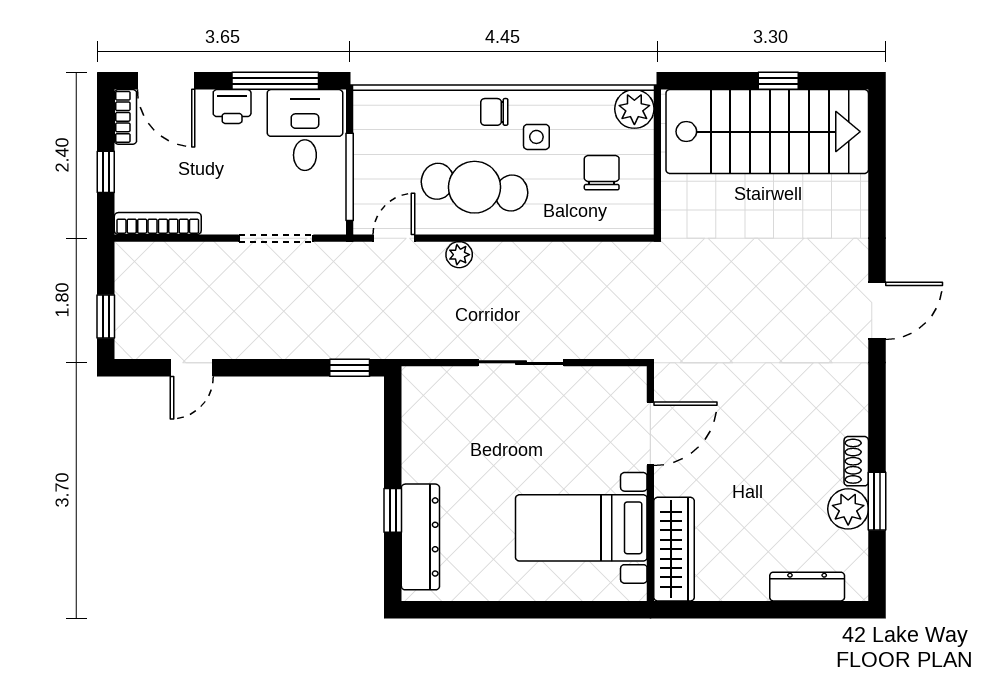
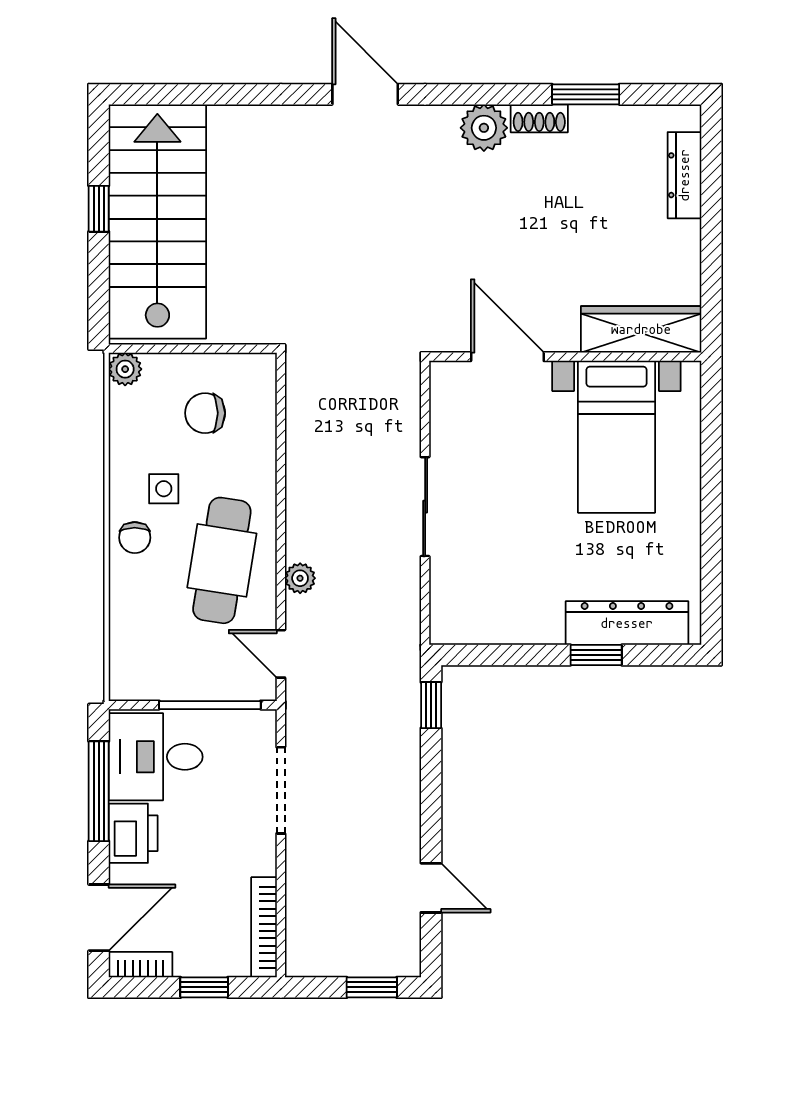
printer: (232, 106) -> (133, 833), width x1.36, depth x1.24
plant: (634, 109) -> (125, 369), width x0.73, depth x0.73
plant: (848, 509) -> (484, 128), moved

